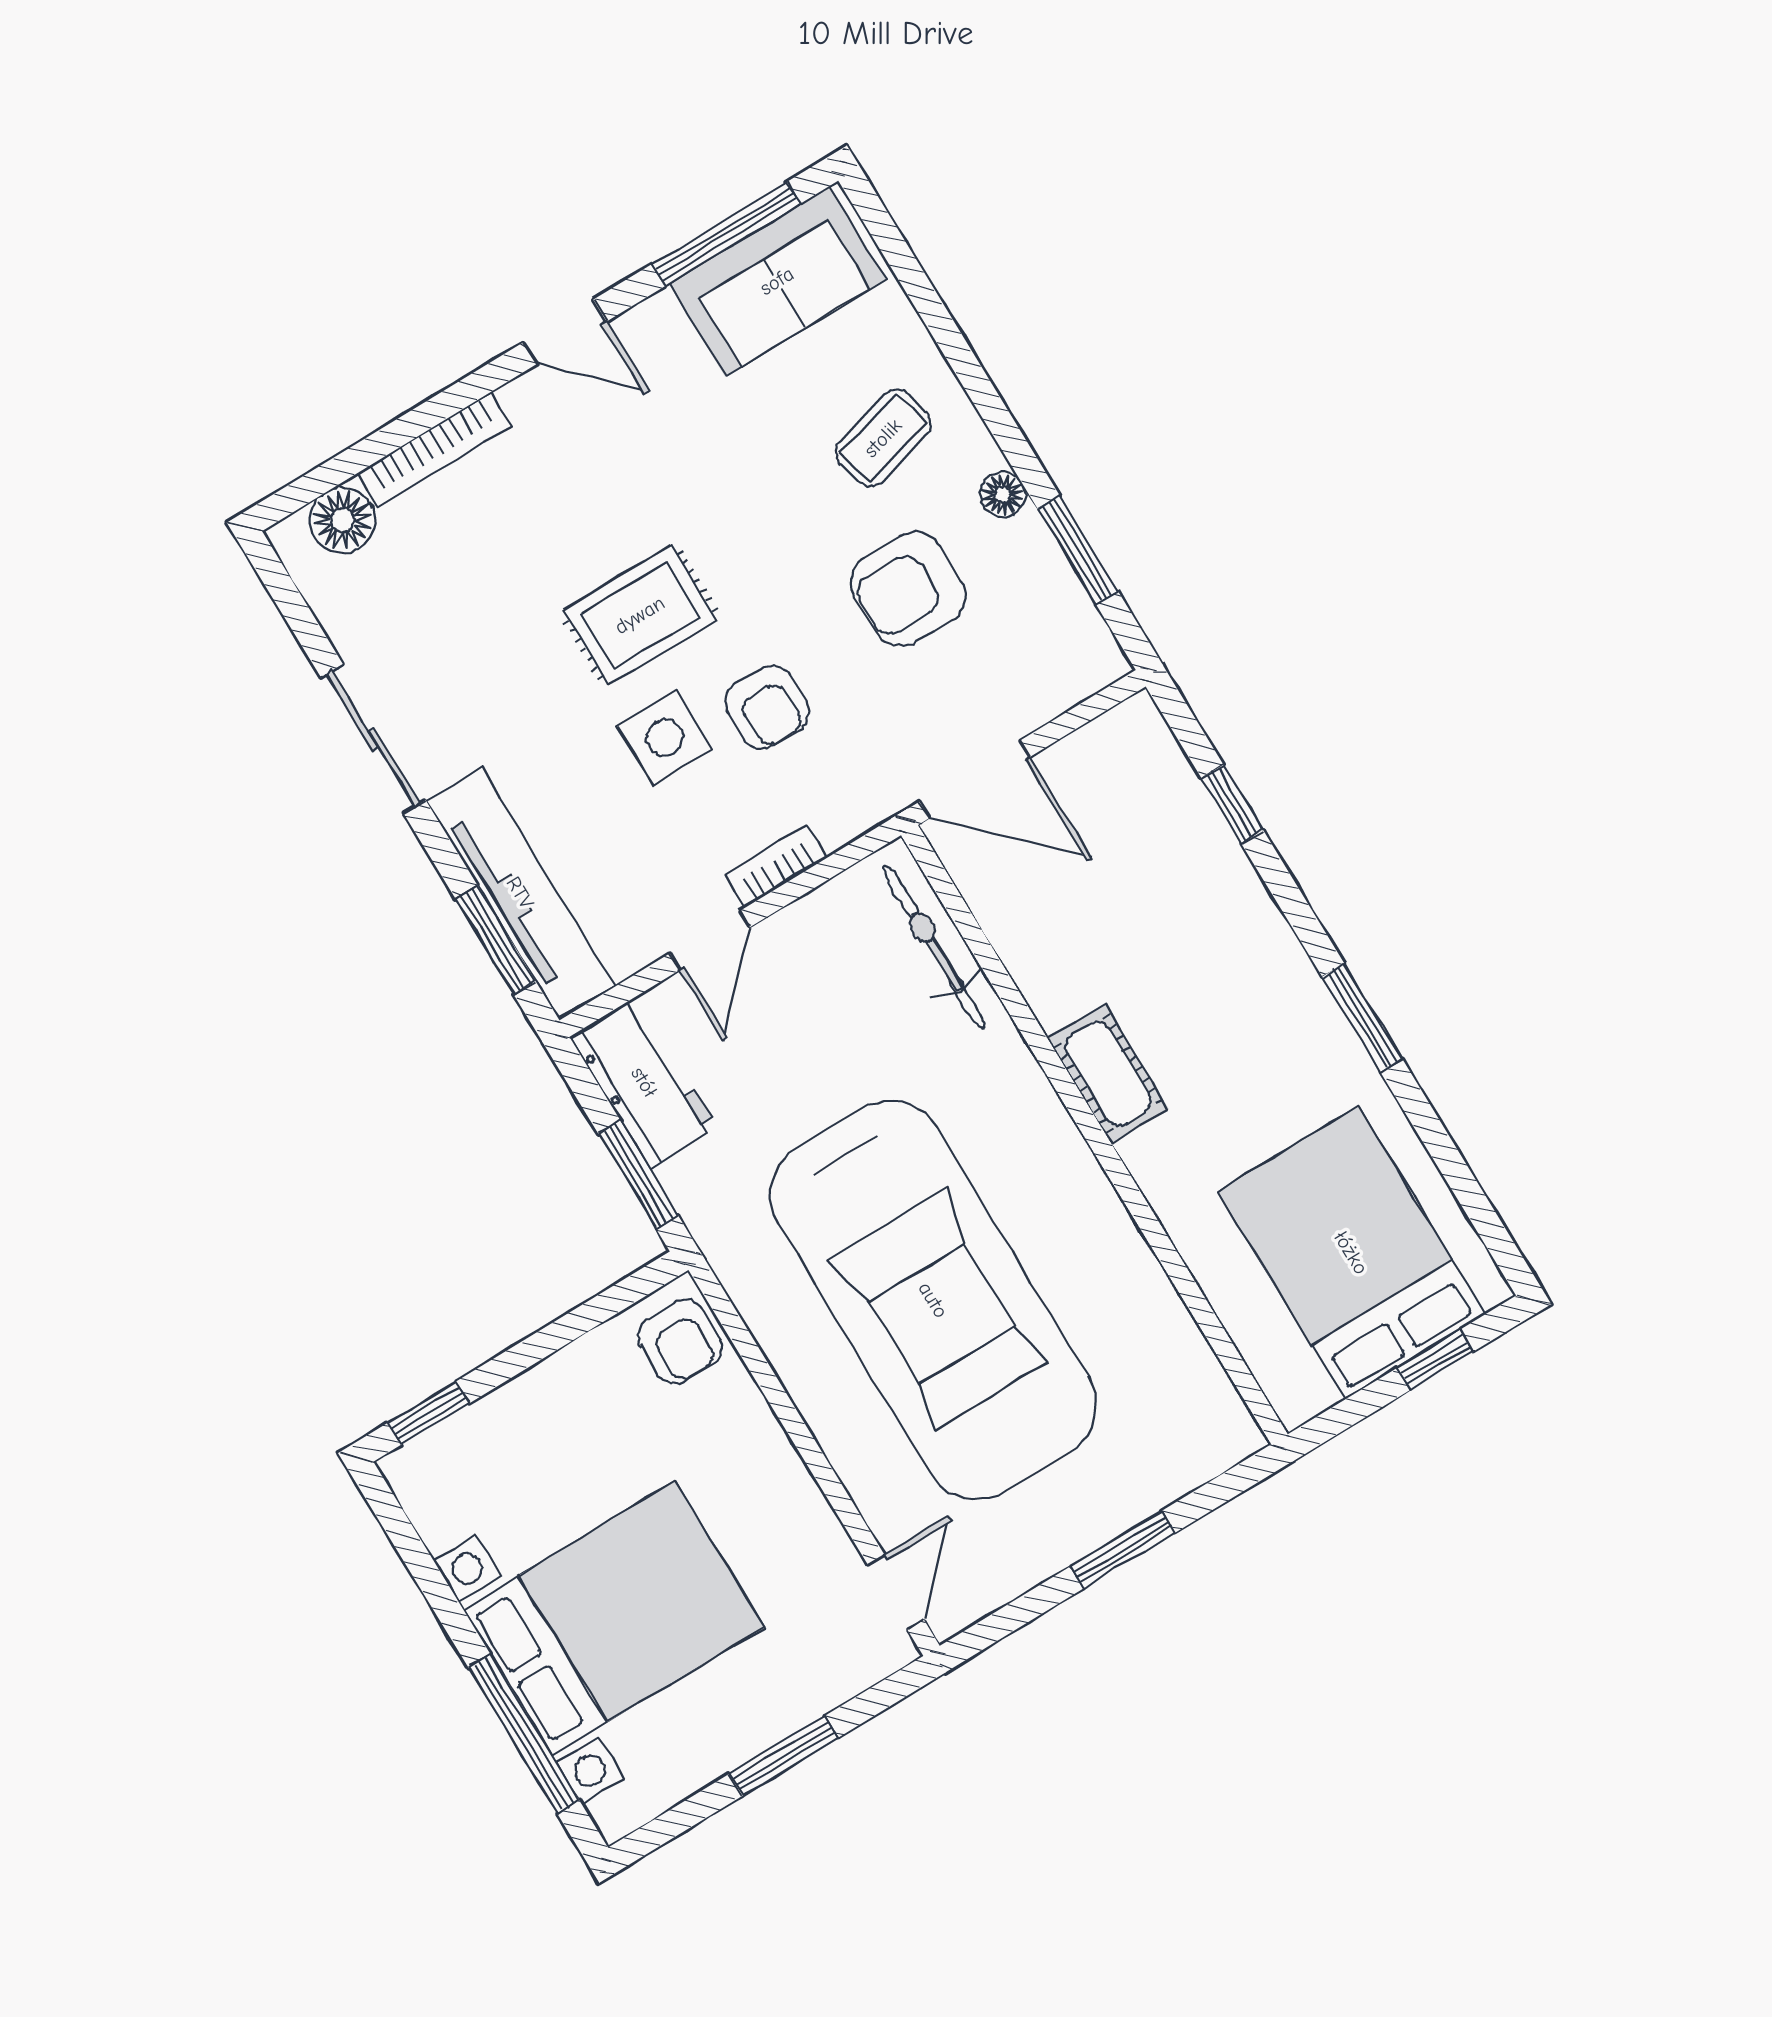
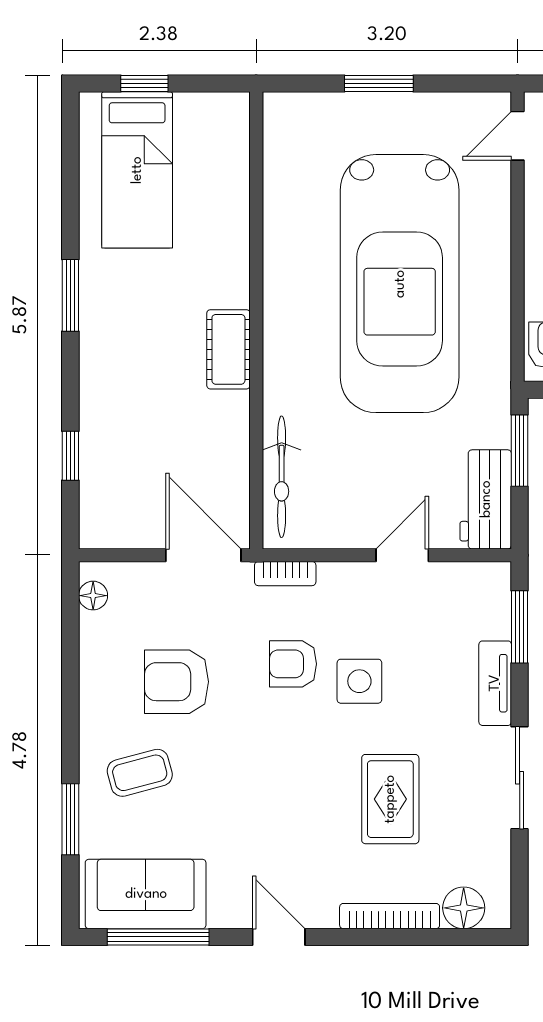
floor lamp: (1003, 495) -> (93, 596), moved
window: (1078, 550) -> (70, 819), moved
armchair: (908, 589) -> (177, 682), turned 180
rug: (640, 615) -> (390, 799), moved, turned 90
armchair: (767, 707) -> (293, 664), turned -90
bookcase: (776, 867) -> (285, 574), moved
tv unit: (520, 893) -> (495, 683), width x0.52, depth x0.78
bed: (1351, 1253) -> (137, 170), width x0.67
car: (933, 1300) -> (400, 284), turned 180

